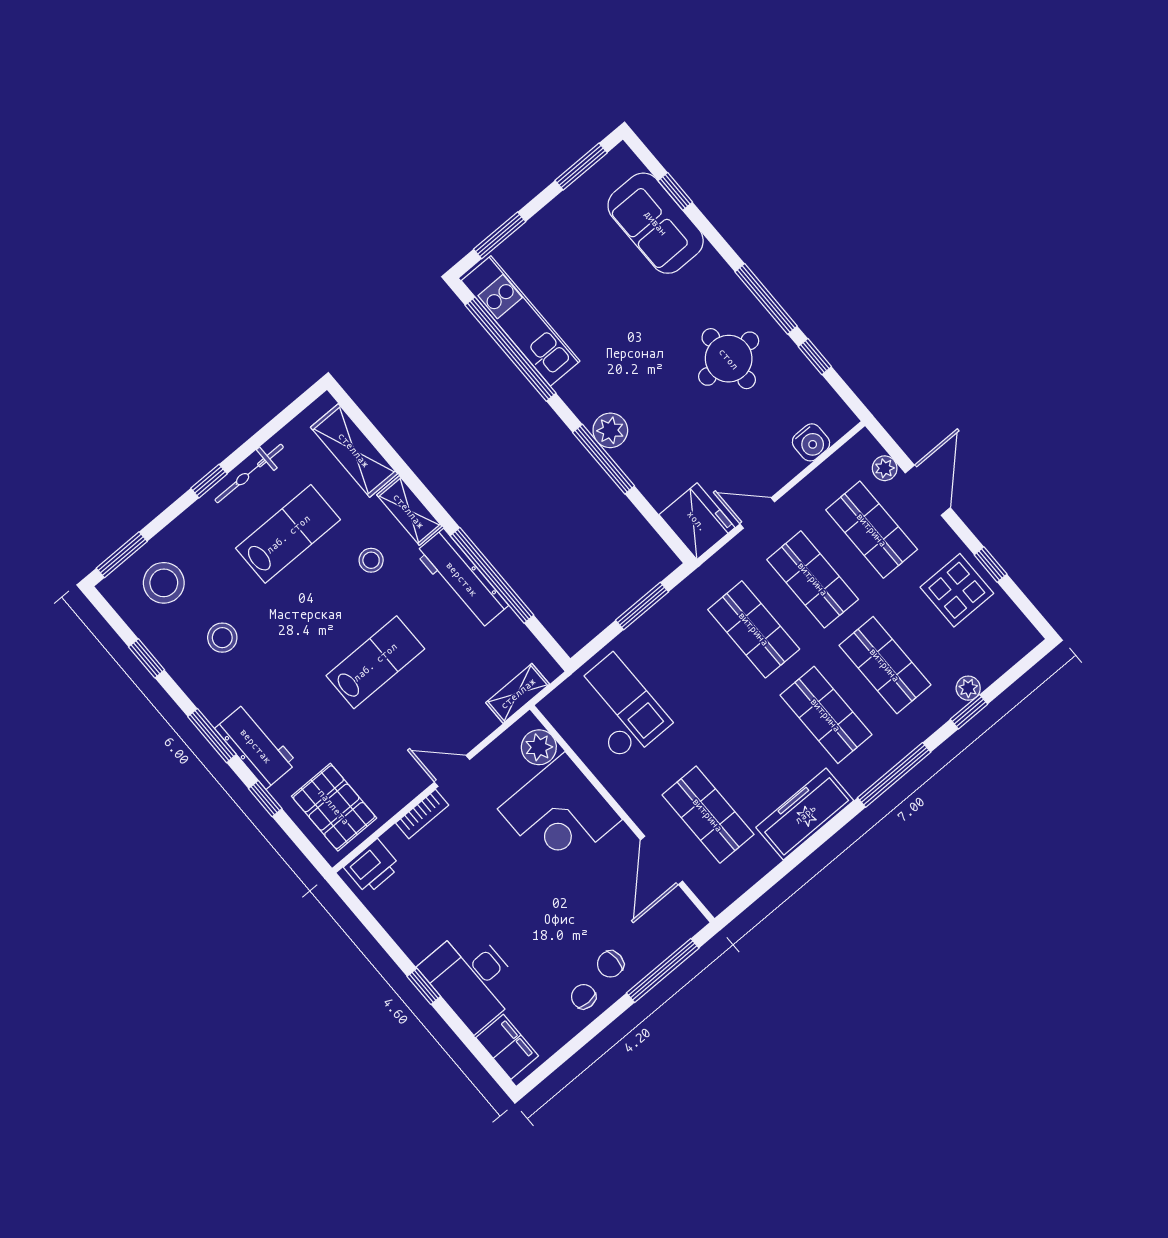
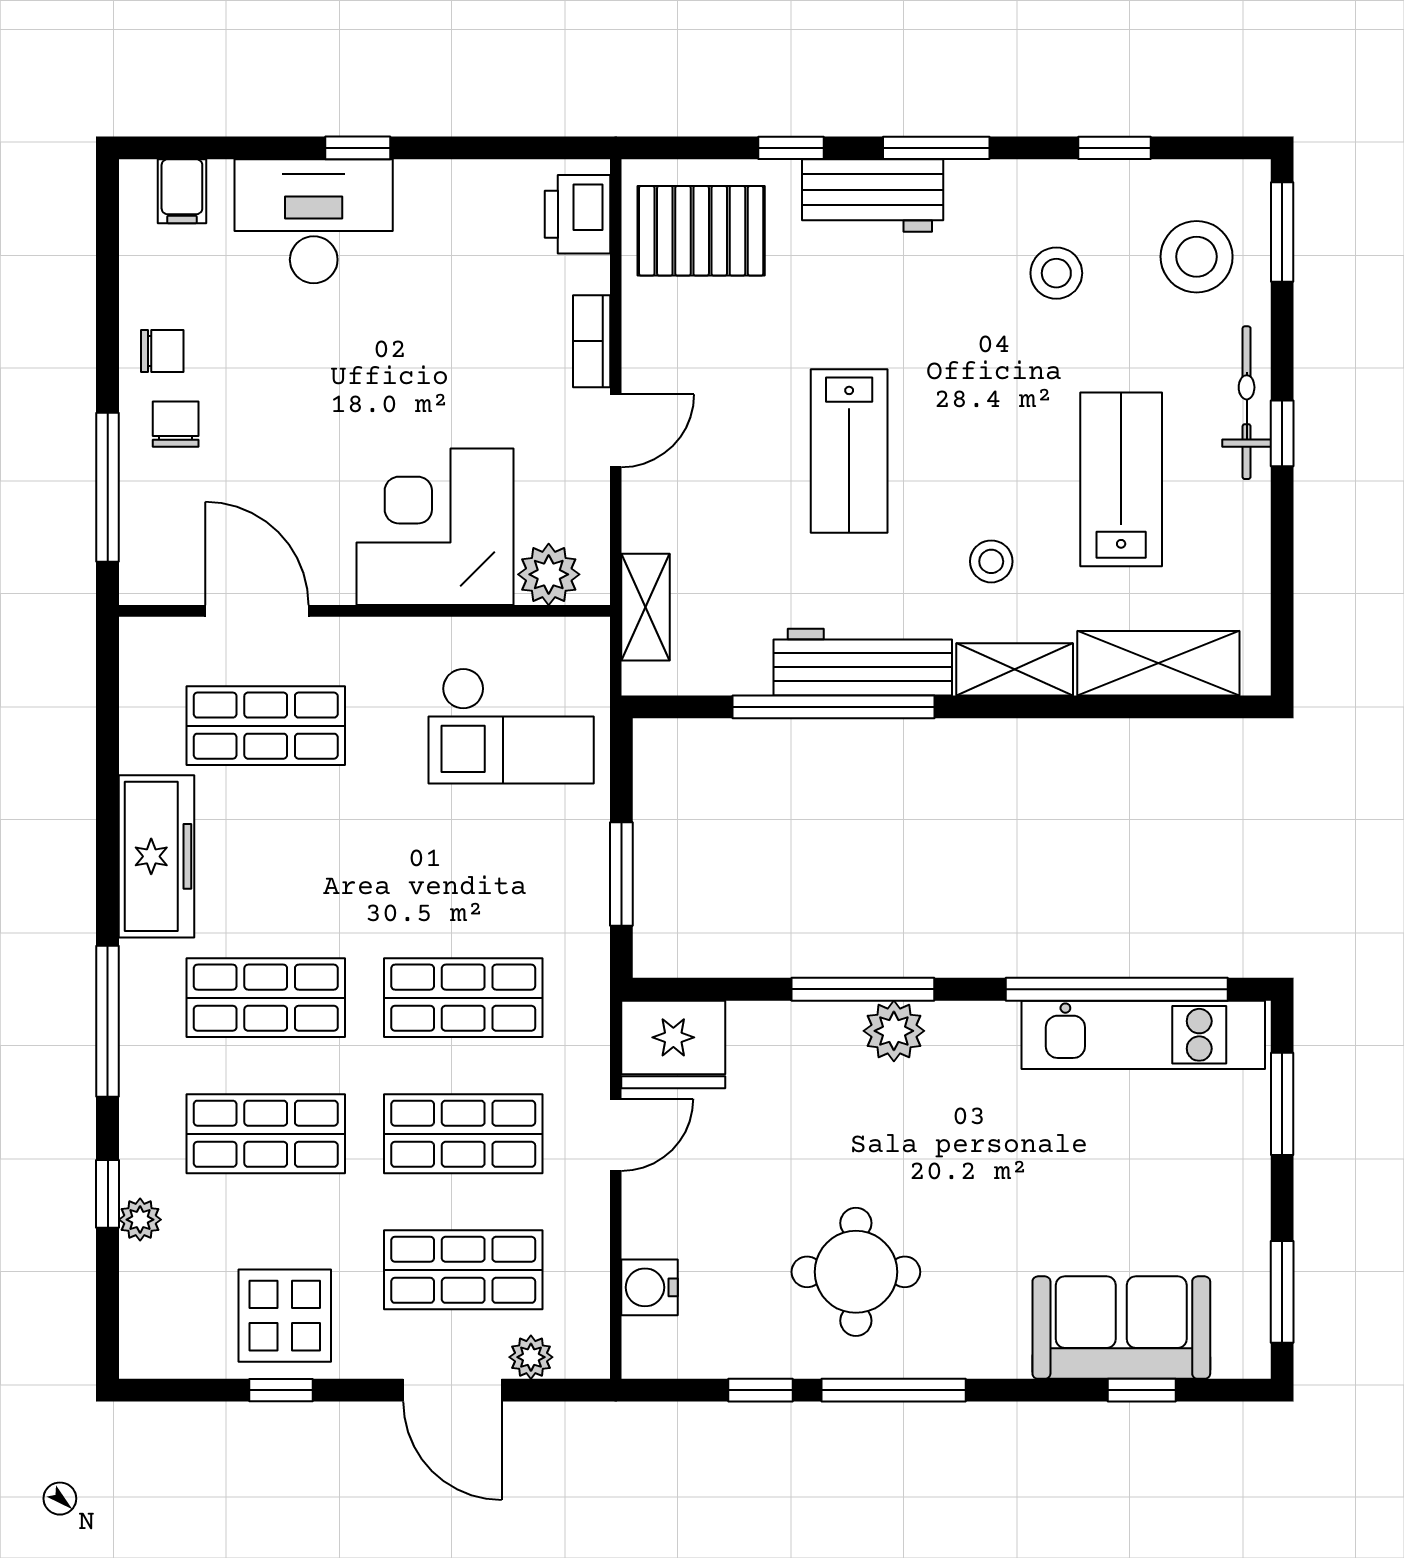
bicycle: (249, 474) -> (1247, 403), moved
lab bench: (288, 534) -> (1121, 479), turned 180
filing cabinet: (507, 1047) -> (182, 191), width x0.50

